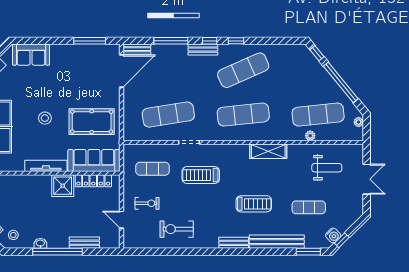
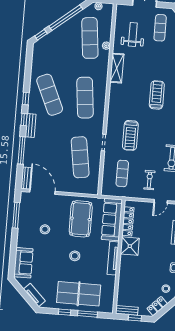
stool: (75, 78) -> (45, 229), added
shelving: (268, 151) -> (117, 68), moved
exercise mat: (309, 207) -> (160, 28), moved

